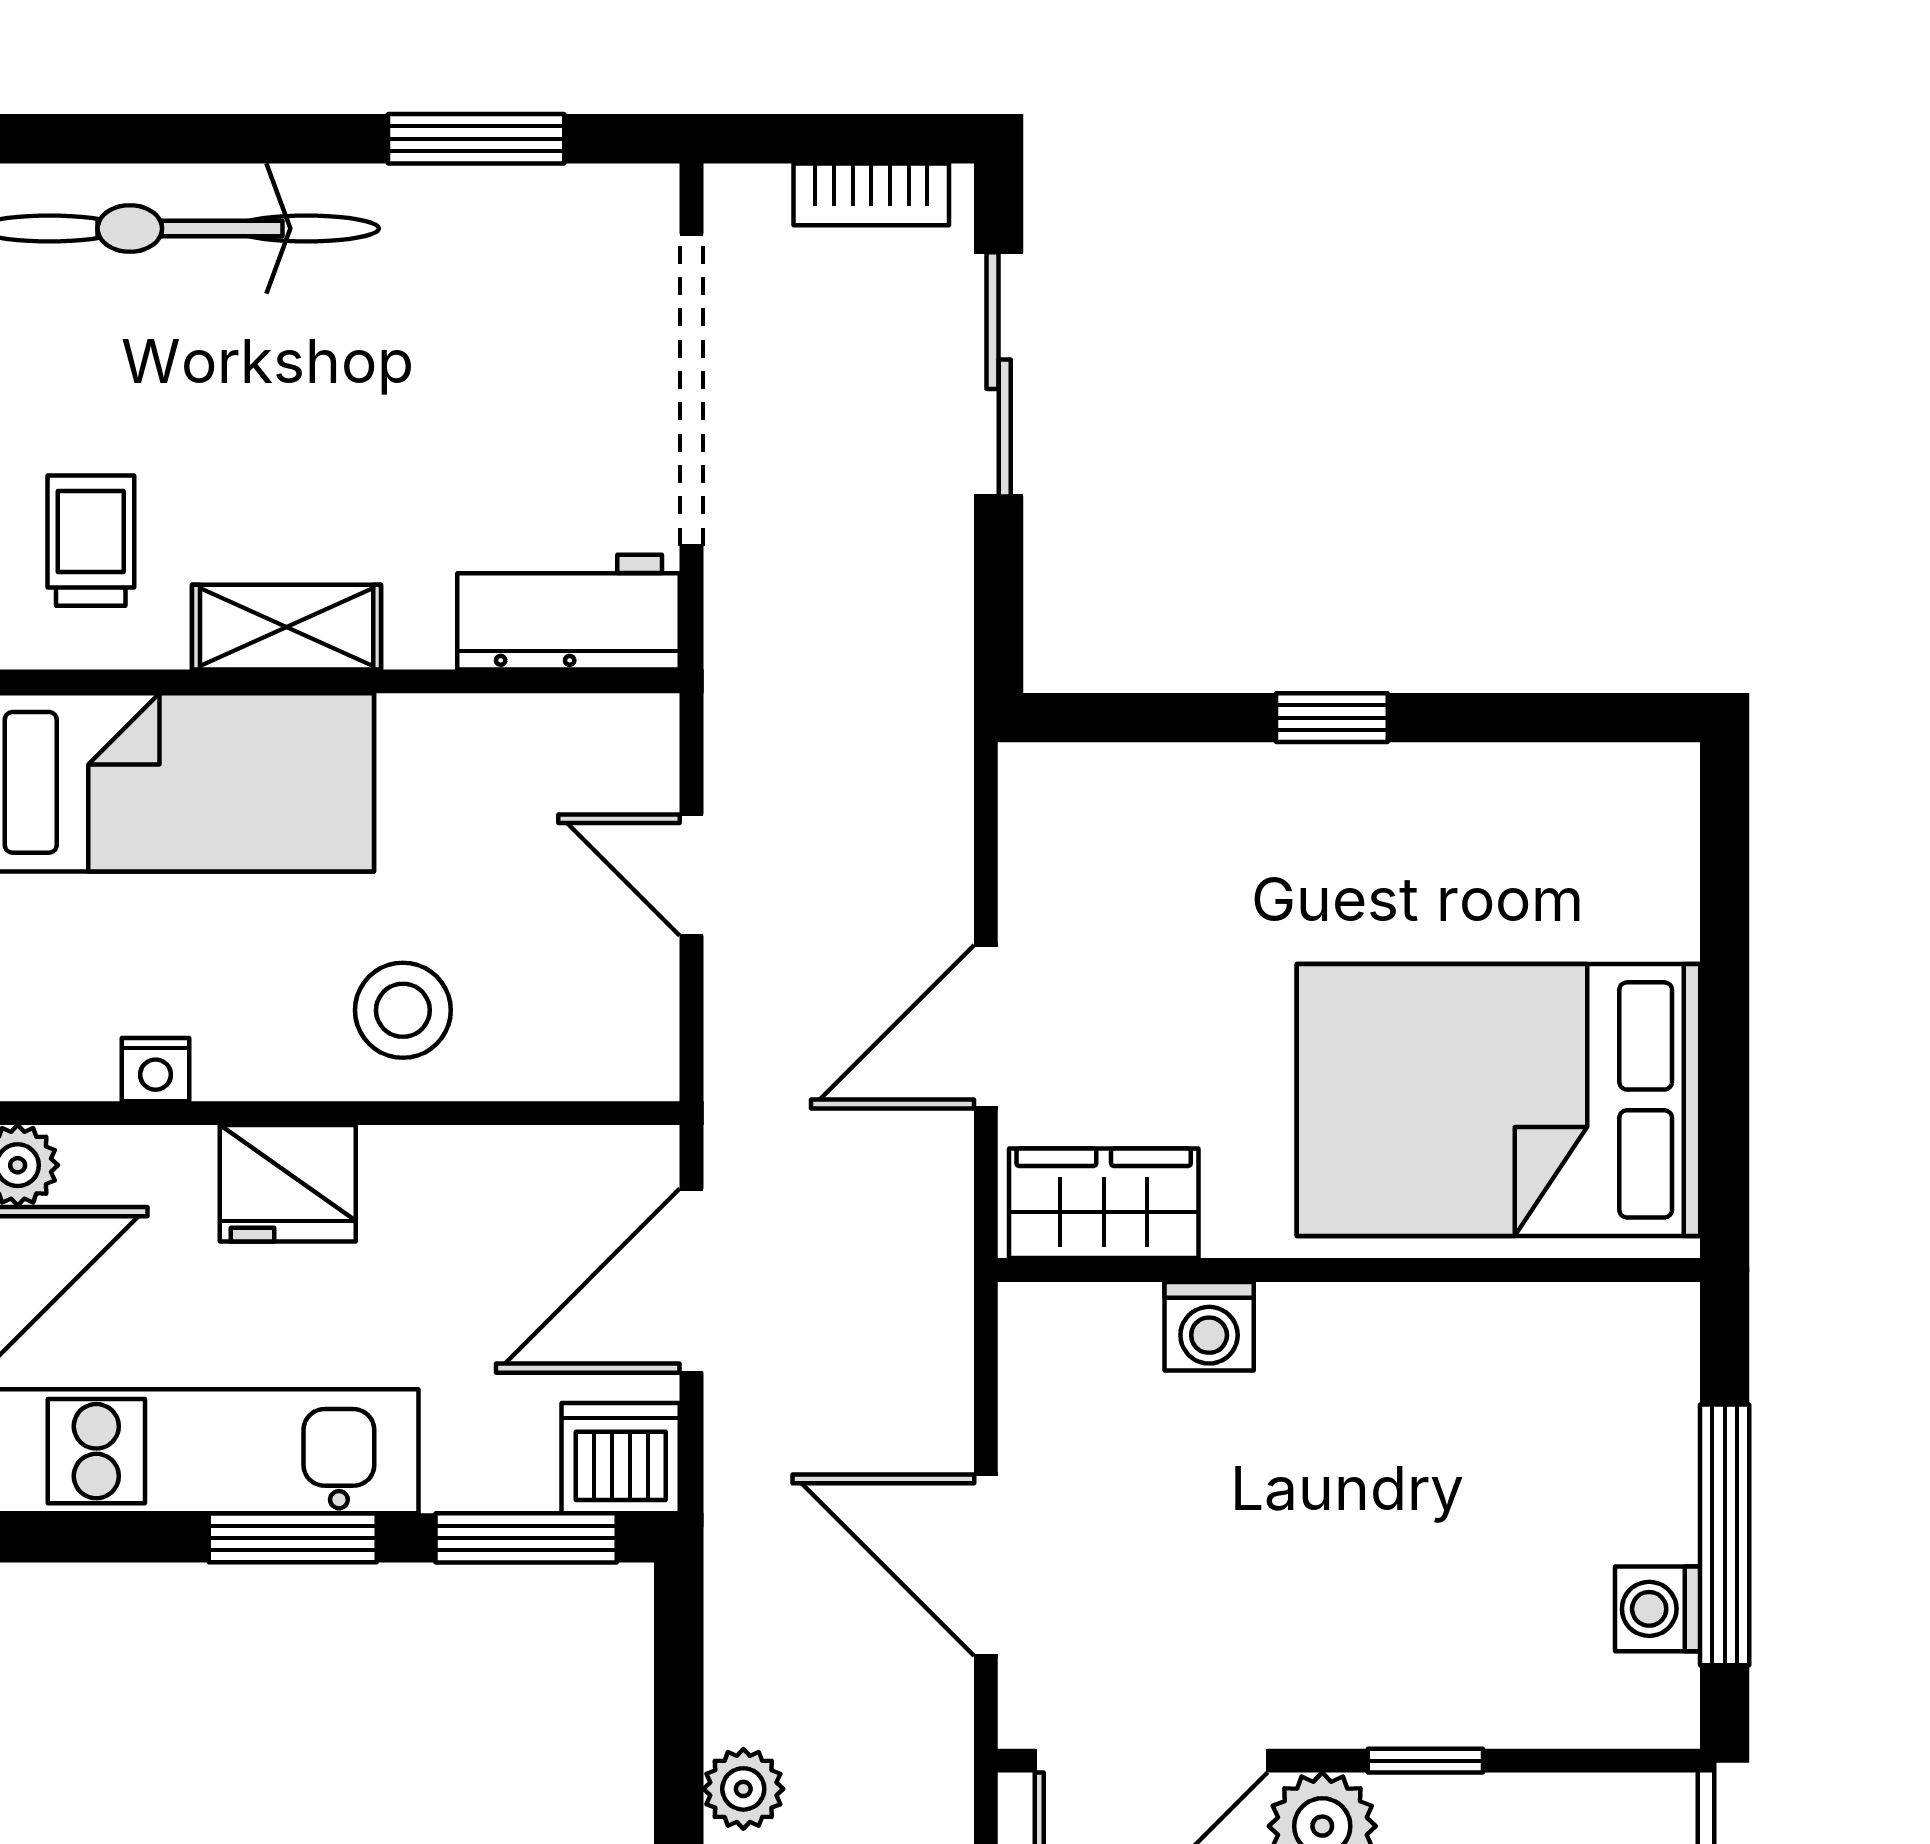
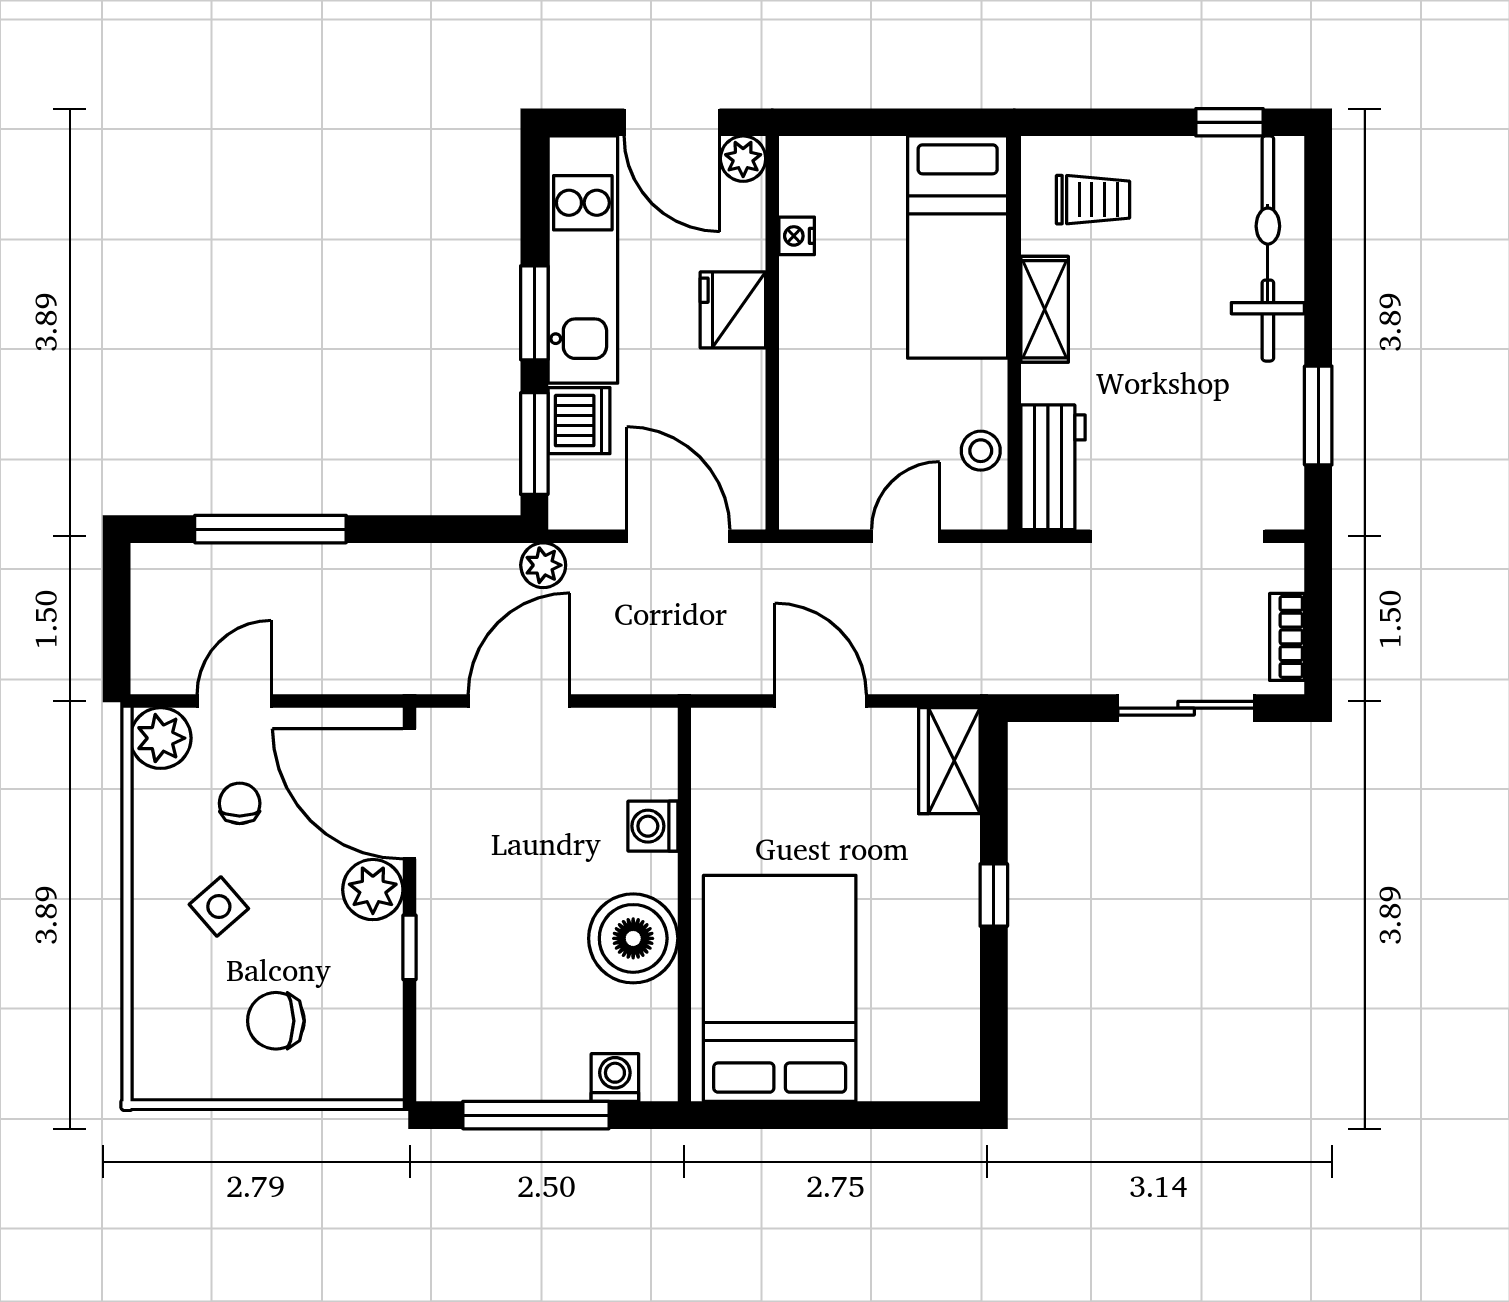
stool: (403, 1010) -> (981, 451), moved, width x0.73, depth x0.73
wardrobe: (1104, 1203) -> (949, 761), moved, turned 180
boiler: (1409, 1361) -> (633, 938), added
dishwasher: (621, 1458) -> (579, 421), moved
washing machine: (1658, 1609) -> (615, 1077), moved
plant: (743, 1789) -> (543, 565), moved

